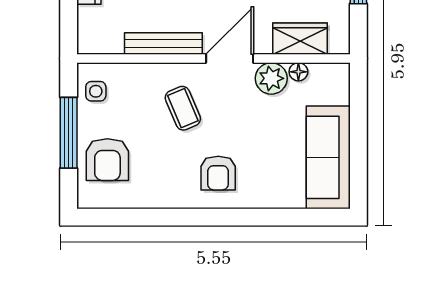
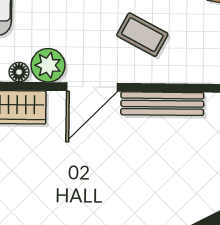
coffee table: (183, 108) -> (142, 35), turned -39

